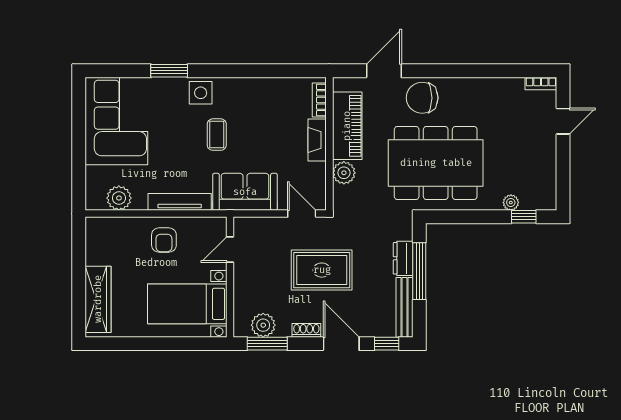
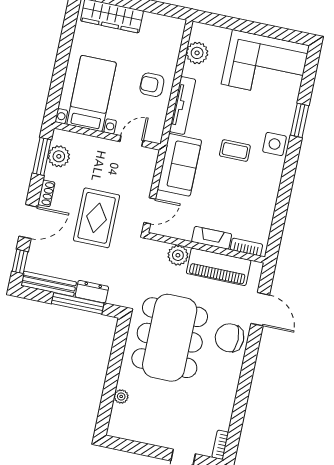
chair: (422, 98) -> (230, 338), turned -90
window: (524, 217) -> (106, 405), removed
door: (230, 249) -> (131, 141), hinge flipped

